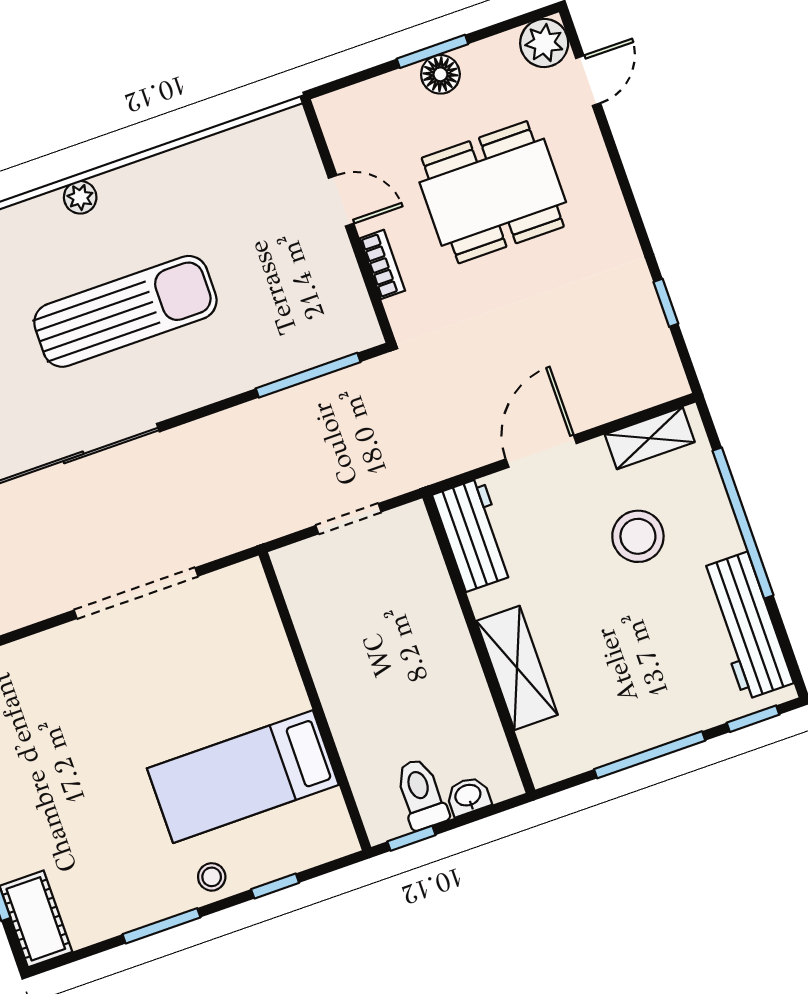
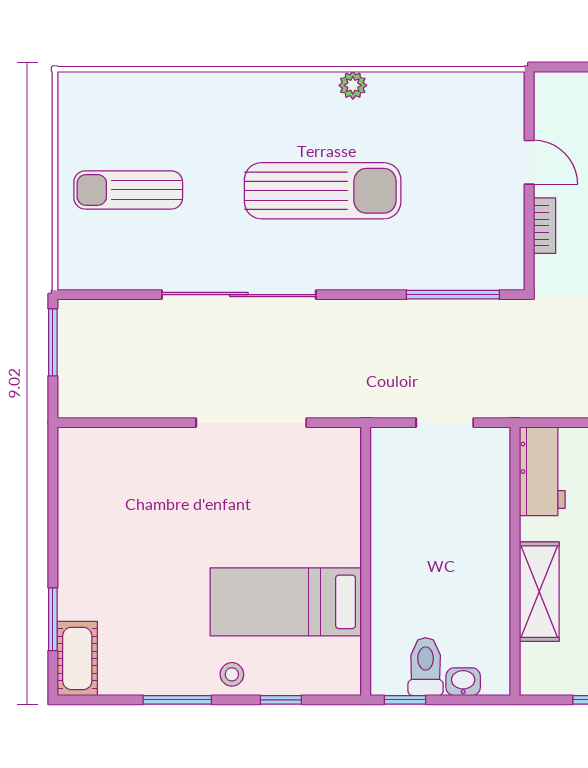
plant: (80, 197) -> (353, 85), moved

